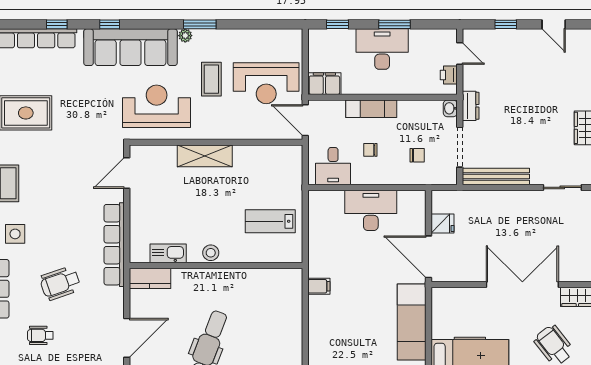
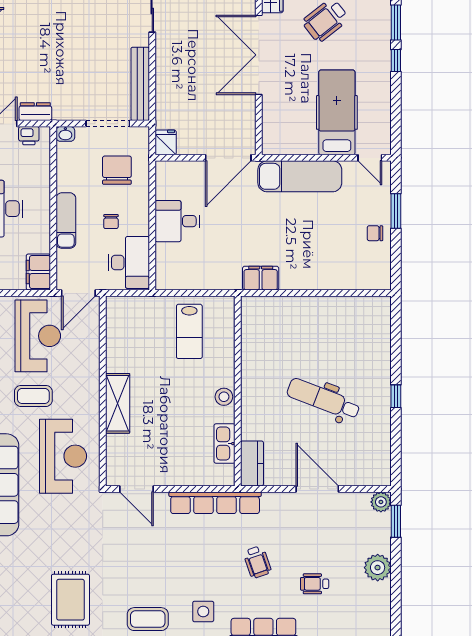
reception desk: (157, 106) -> (63, 456), turned 180
dresser: (471, 106) -> (35, 112), moved
chair: (417, 155) -> (117, 170), width x1.87, depth x1.87
desk: (333, 166) -> (129, 262), width x1.37
desk: (371, 210) -> (177, 221), width x0.73
fridge: (442, 224) -> (166, 142), moved
wheelchair: (60, 283) -> (257, 562), width x0.73, depth x0.73
filing cabinet: (319, 286) -> (261, 278), width x2.00
wheelchair: (40, 335) -> (315, 584), turned 90

